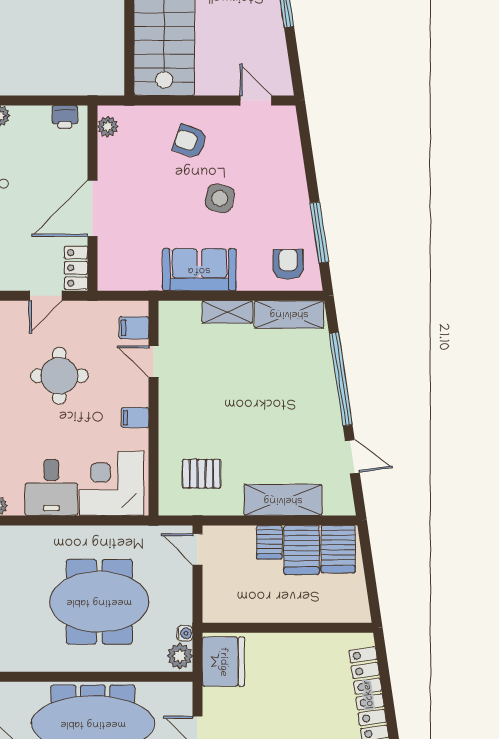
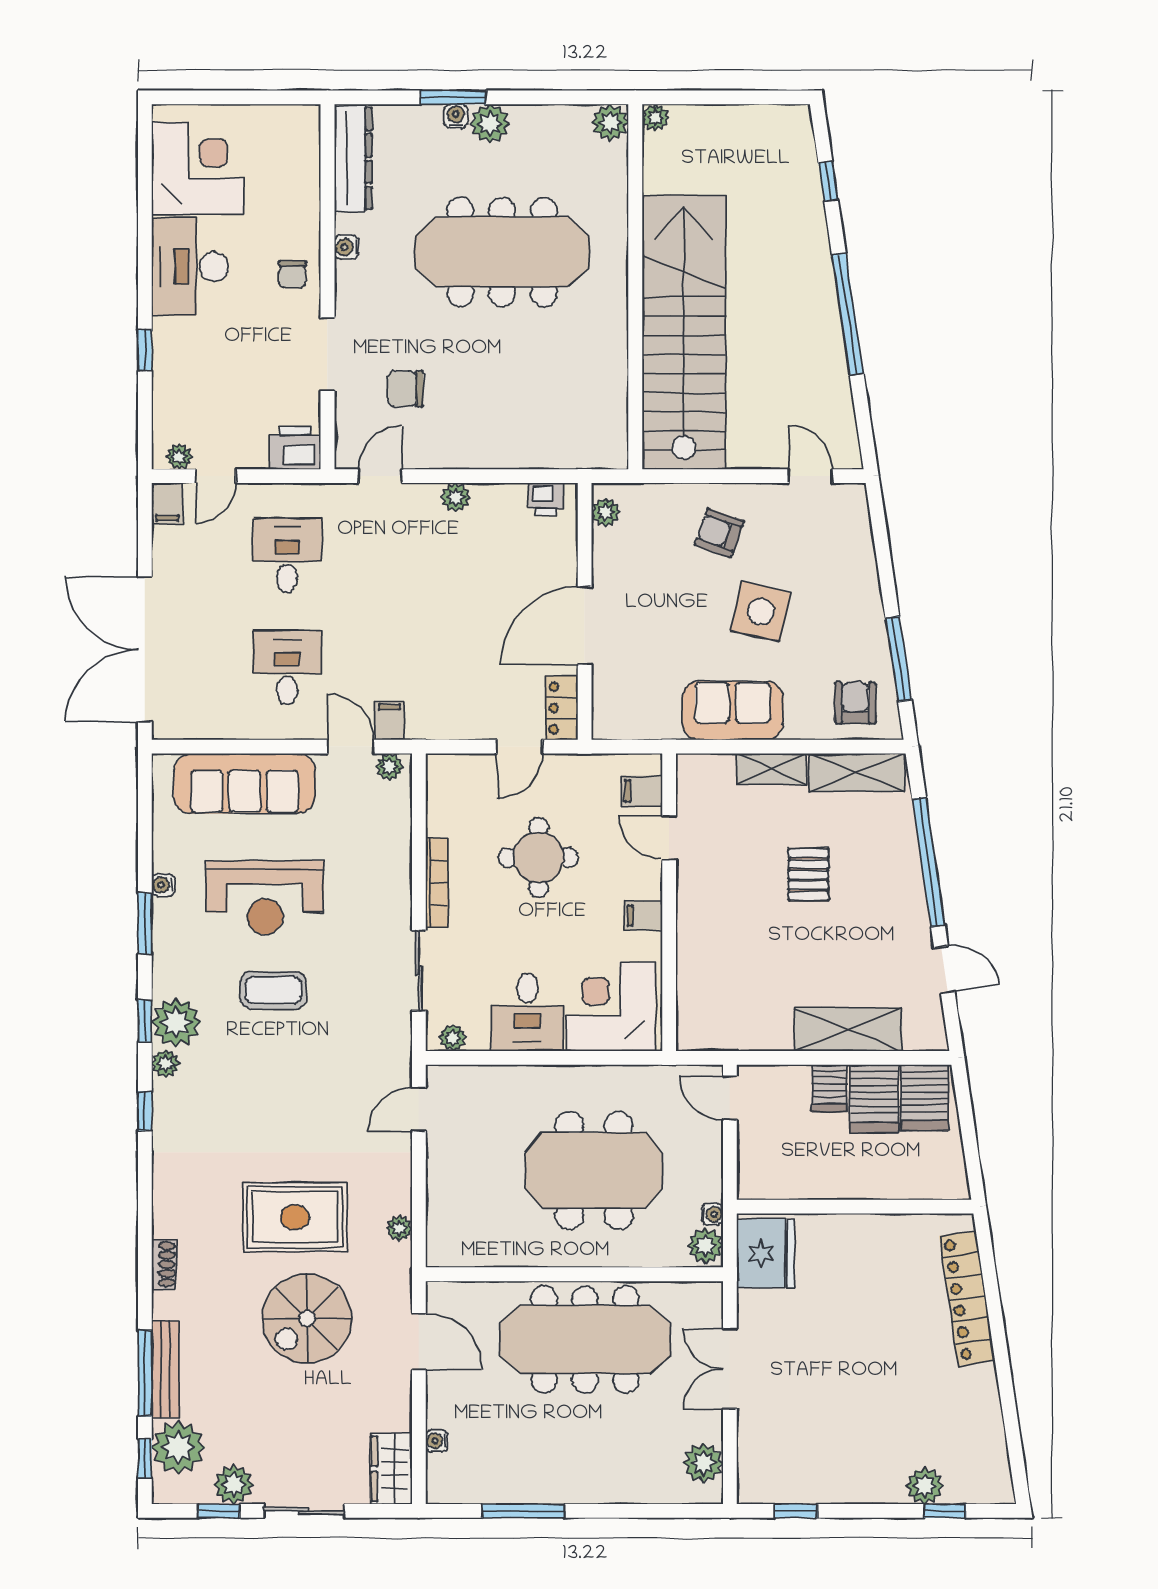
side table: (220, 198) -> (761, 612), width x1.37, depth x1.37
pallet: (201, 474) -> (808, 875), moved, turned 90

